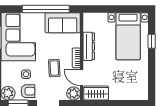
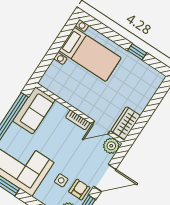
window: (152, 41) -> (137, 52), moved
dresser: (89, 46) -> (74, 100), removed
coffee table: (54, 68) -> (73, 148), removed

